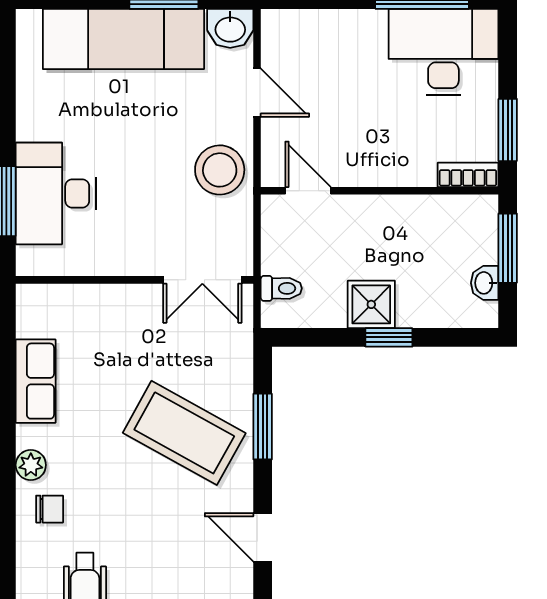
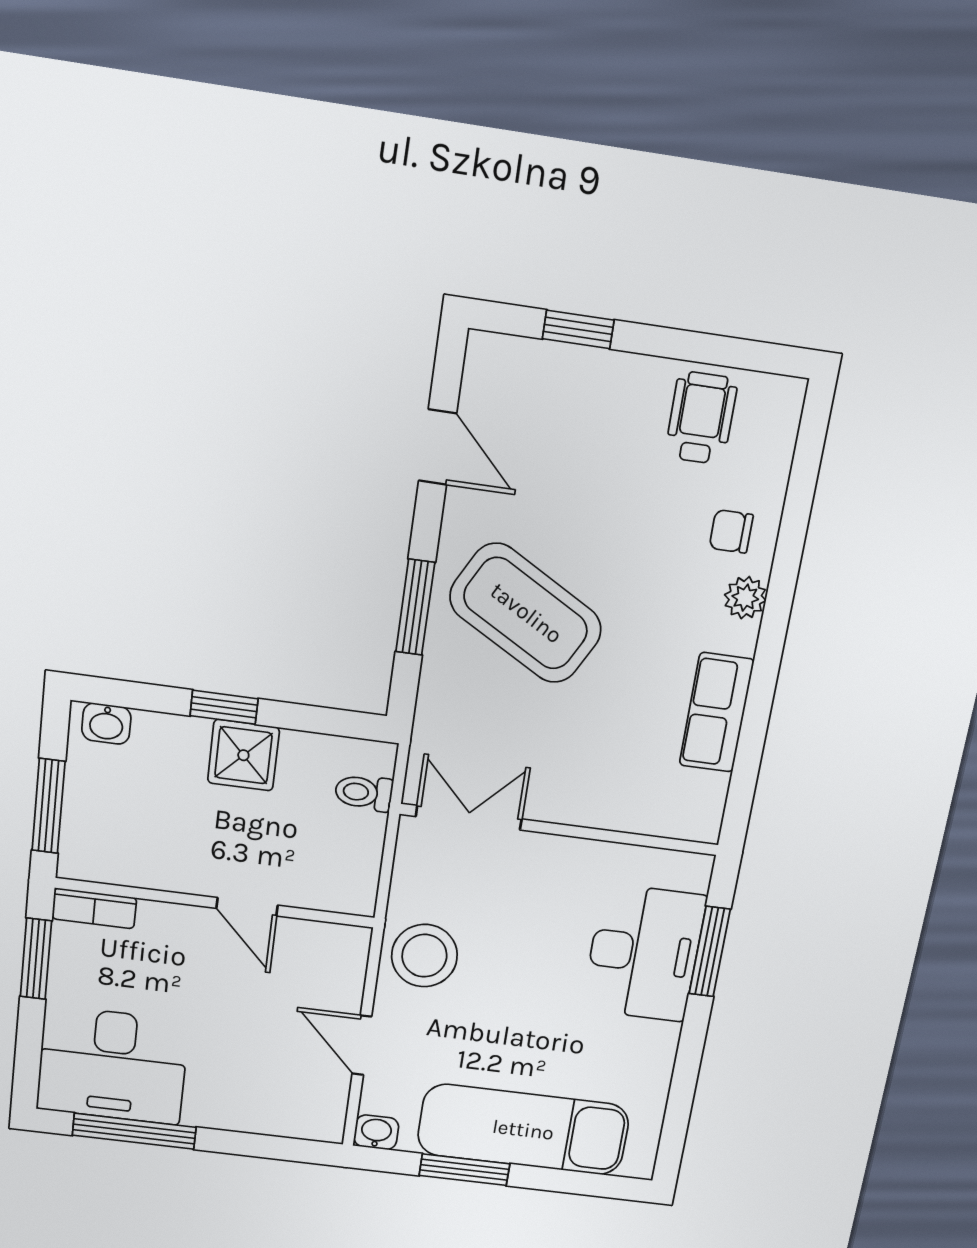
washbasin: (230, 28) -> (376, 1132), width x0.72, depth x0.69
door: (308, 191) -> (247, 907), moved
washbasin: (485, 283) -> (106, 724), moved, turned 90

